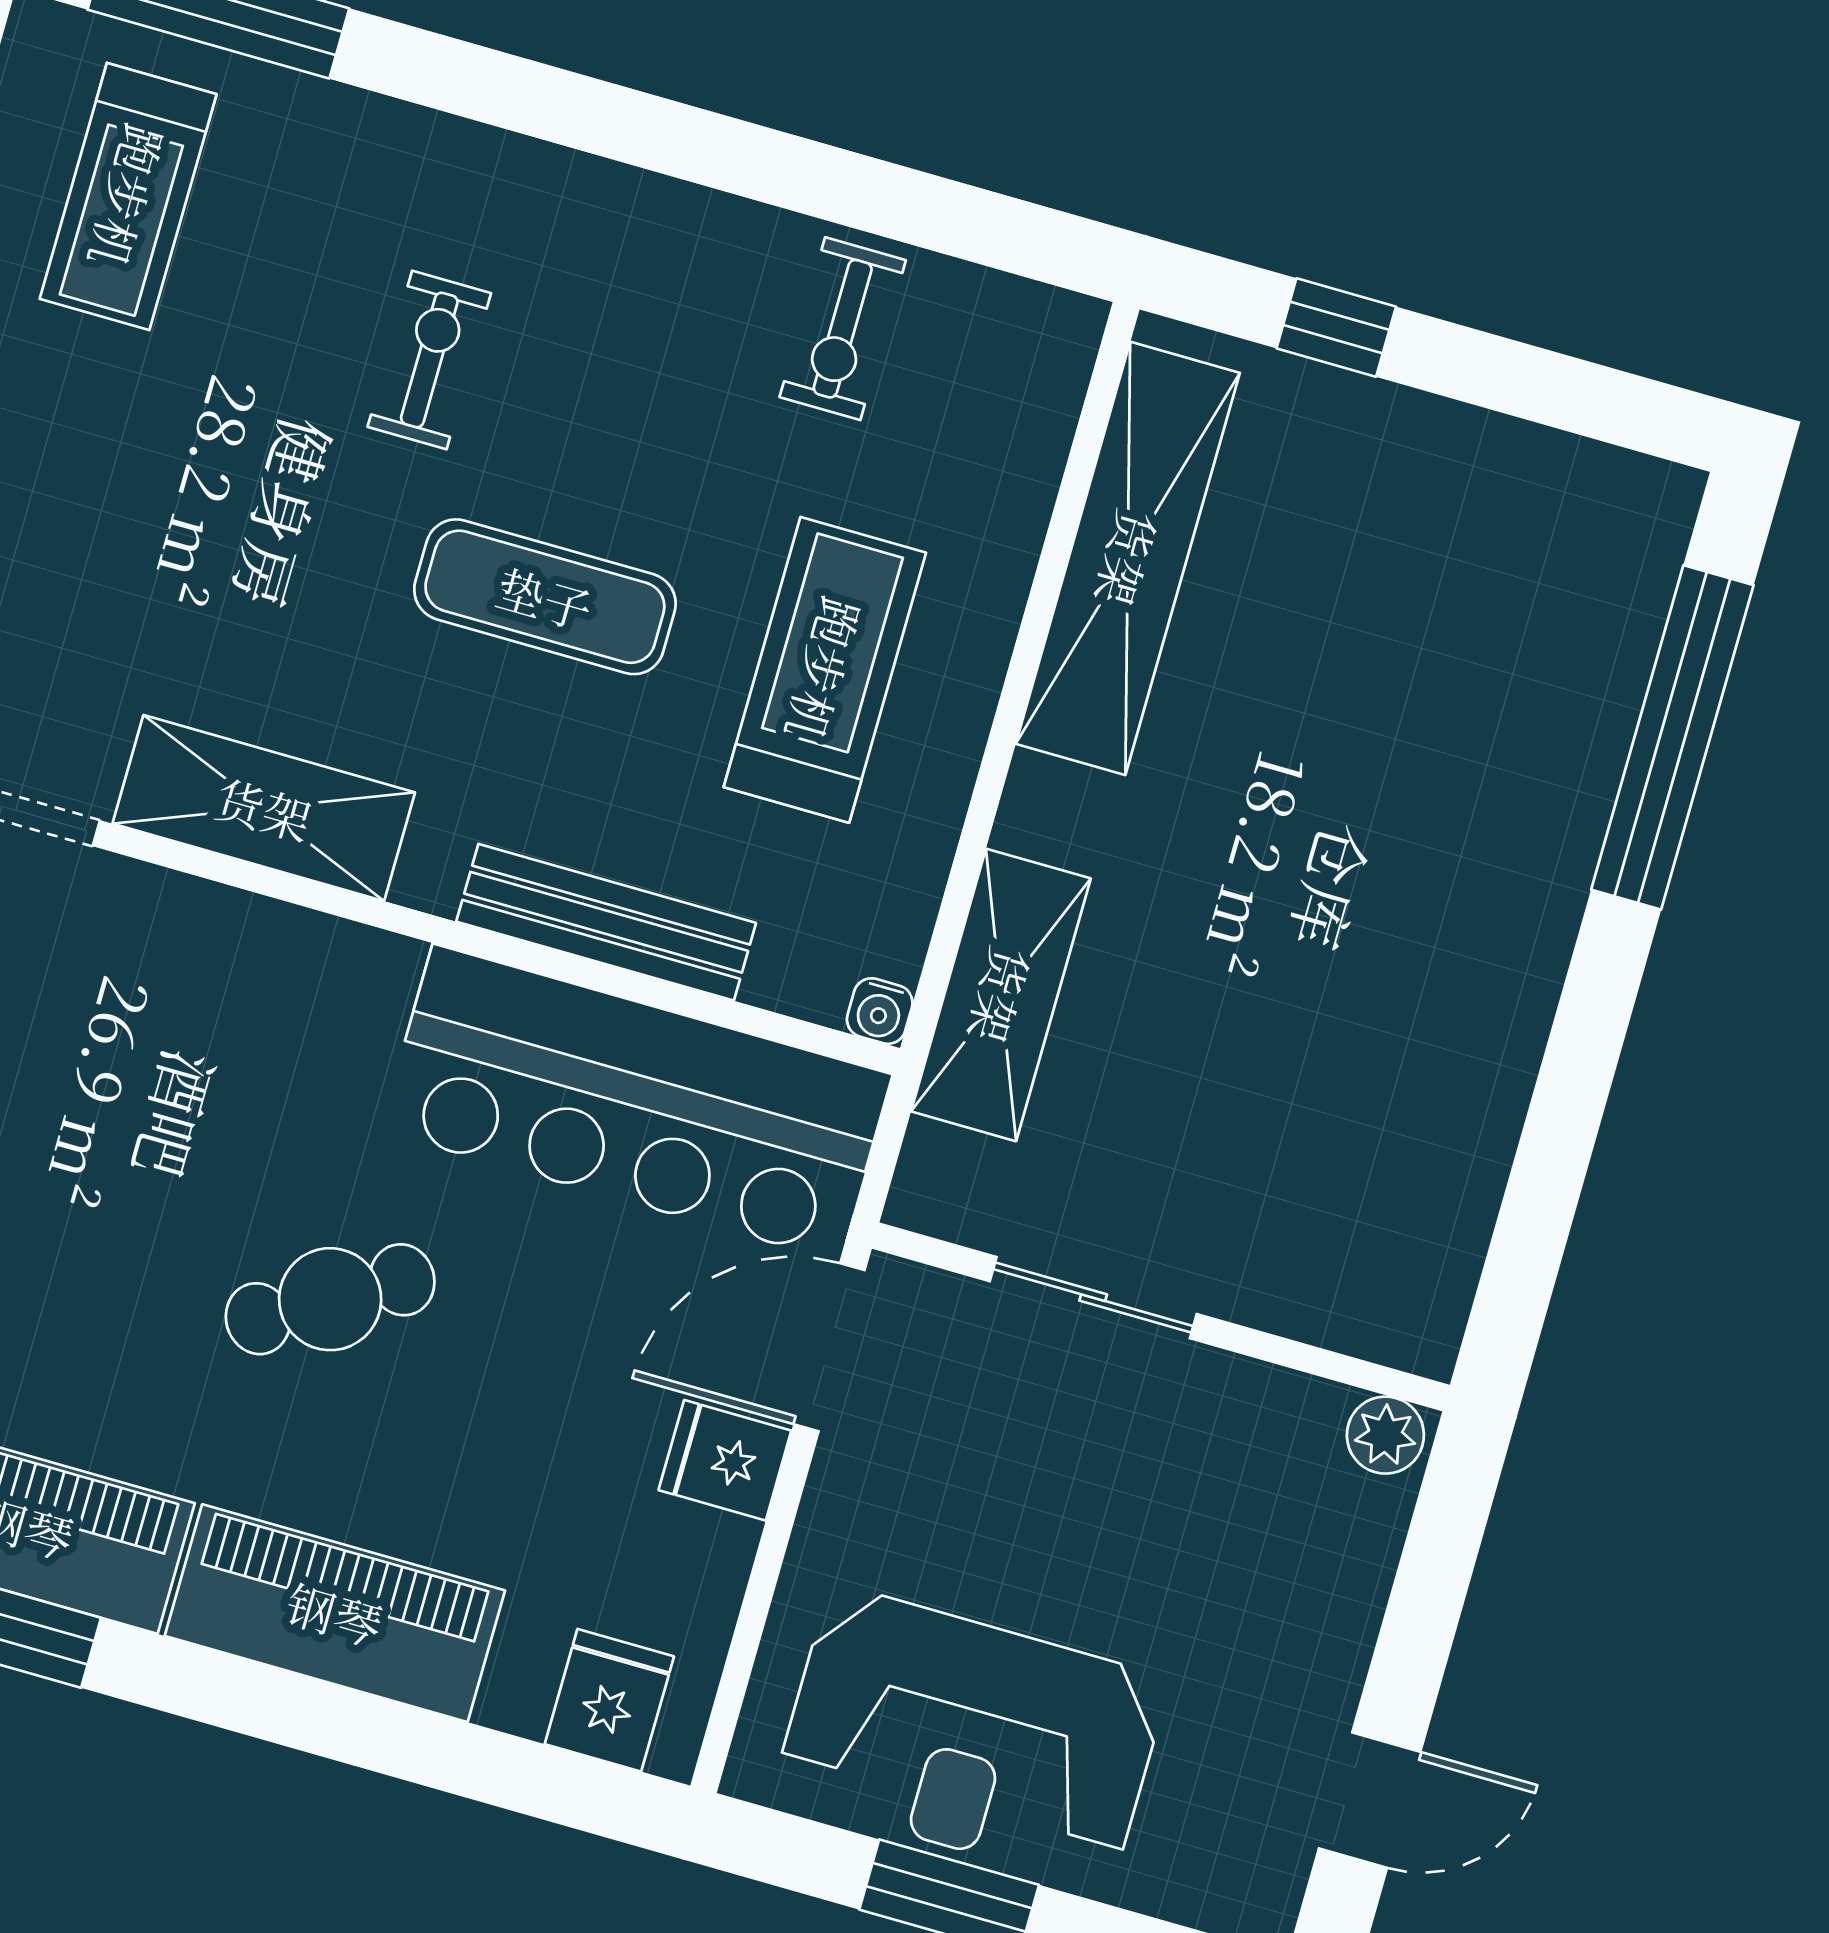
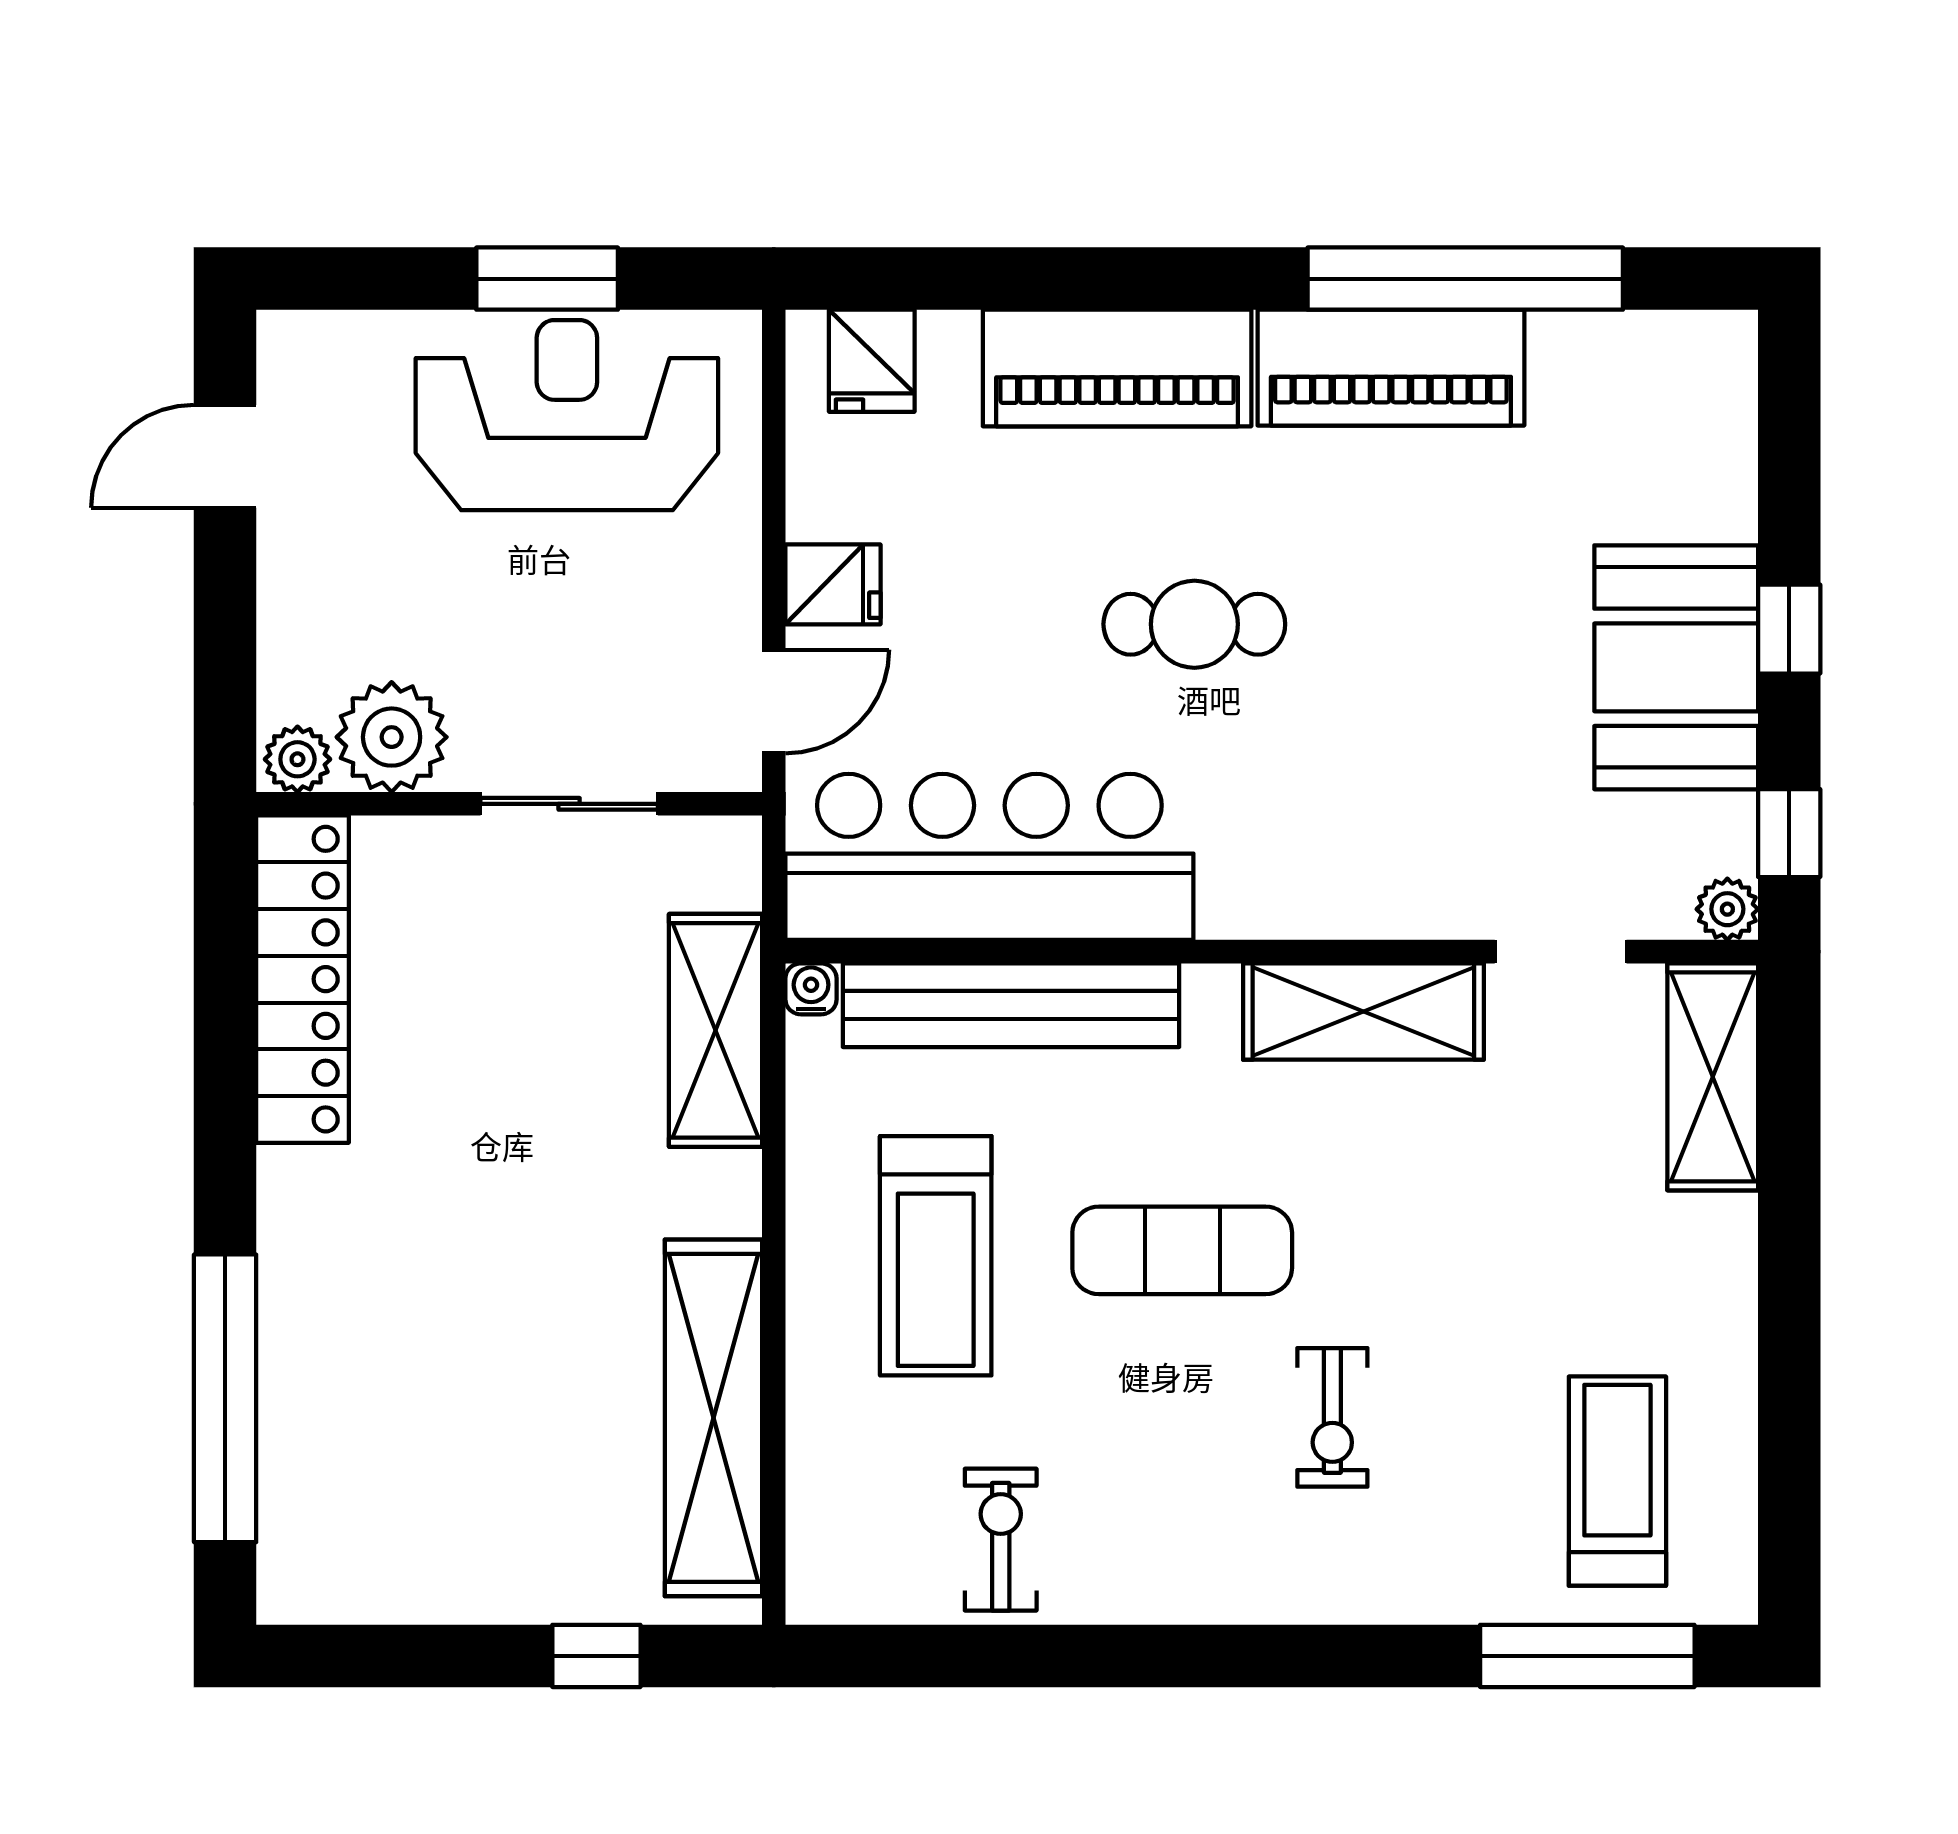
bench: (606, 922) -> (1011, 1005), width x1.37, depth x1.21
locker: (1450, 1185) -> (303, 979), added
cafe table: (330, 1299) -> (1194, 624), turned 31
door: (829, 1347) -> (774, 701), width x0.73
plant: (1272, 1430) -> (392, 737), added

